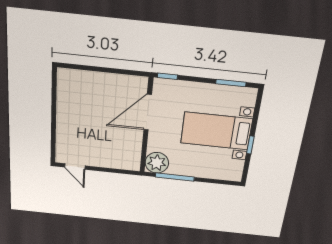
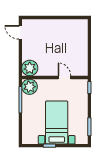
door: (148, 112) -> (64, 77), width x0.53
plant: (129, 159) -> (30, 68), added
door: (75, 166) -> (20, 32), hinge flipped

